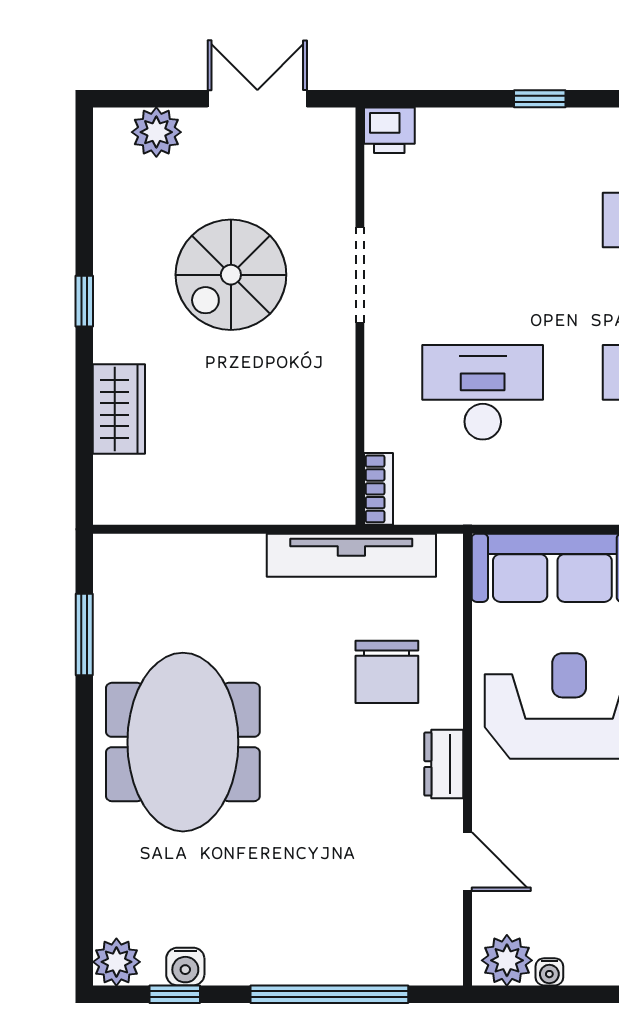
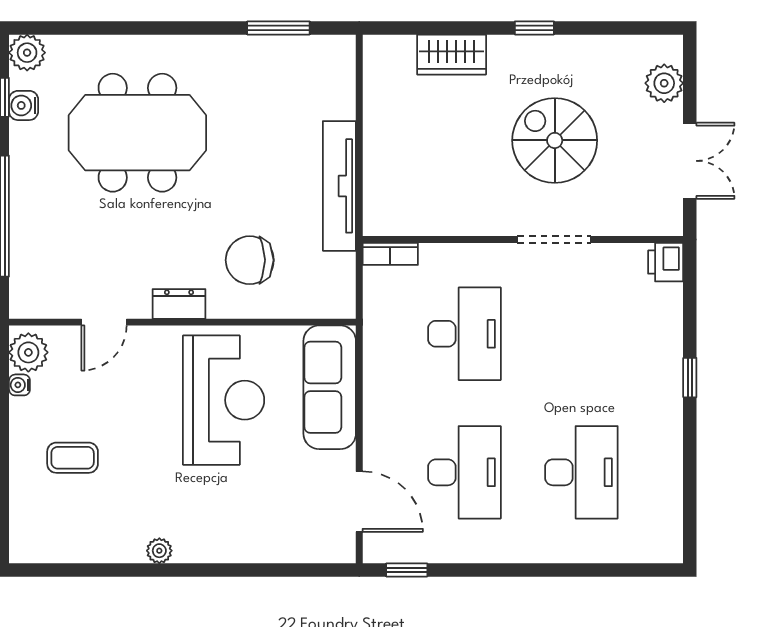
tv unit: (351, 555) -> (339, 186), moved
meeting table: (183, 742) -> (137, 133), moved

